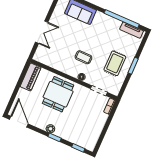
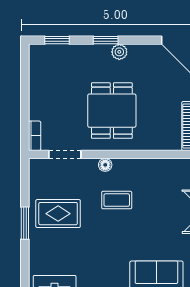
rug: (115, 63) -> (58, 214), turned 90
dining table: (58, 94) -> (112, 111), moved

